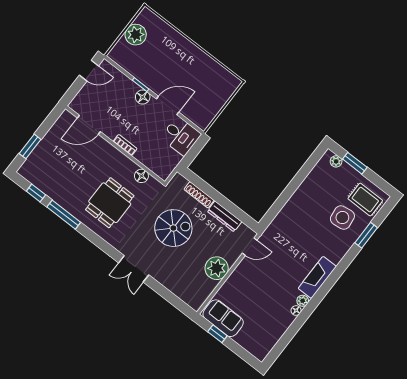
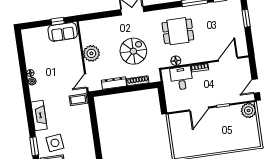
plant: (136, 35) -> (249, 110), moved
floor lamp: (143, 97) -> (216, 100), removed
desk: (181, 136) -> (181, 78), moved, turned 90
dining table: (110, 203) -> (178, 31), turned 90
spiral stairs: (173, 228) -> (133, 51), turned 180
coffee table: (276, 236) -> (78, 100), added
fireplace: (317, 277) -> (39, 115), moved

